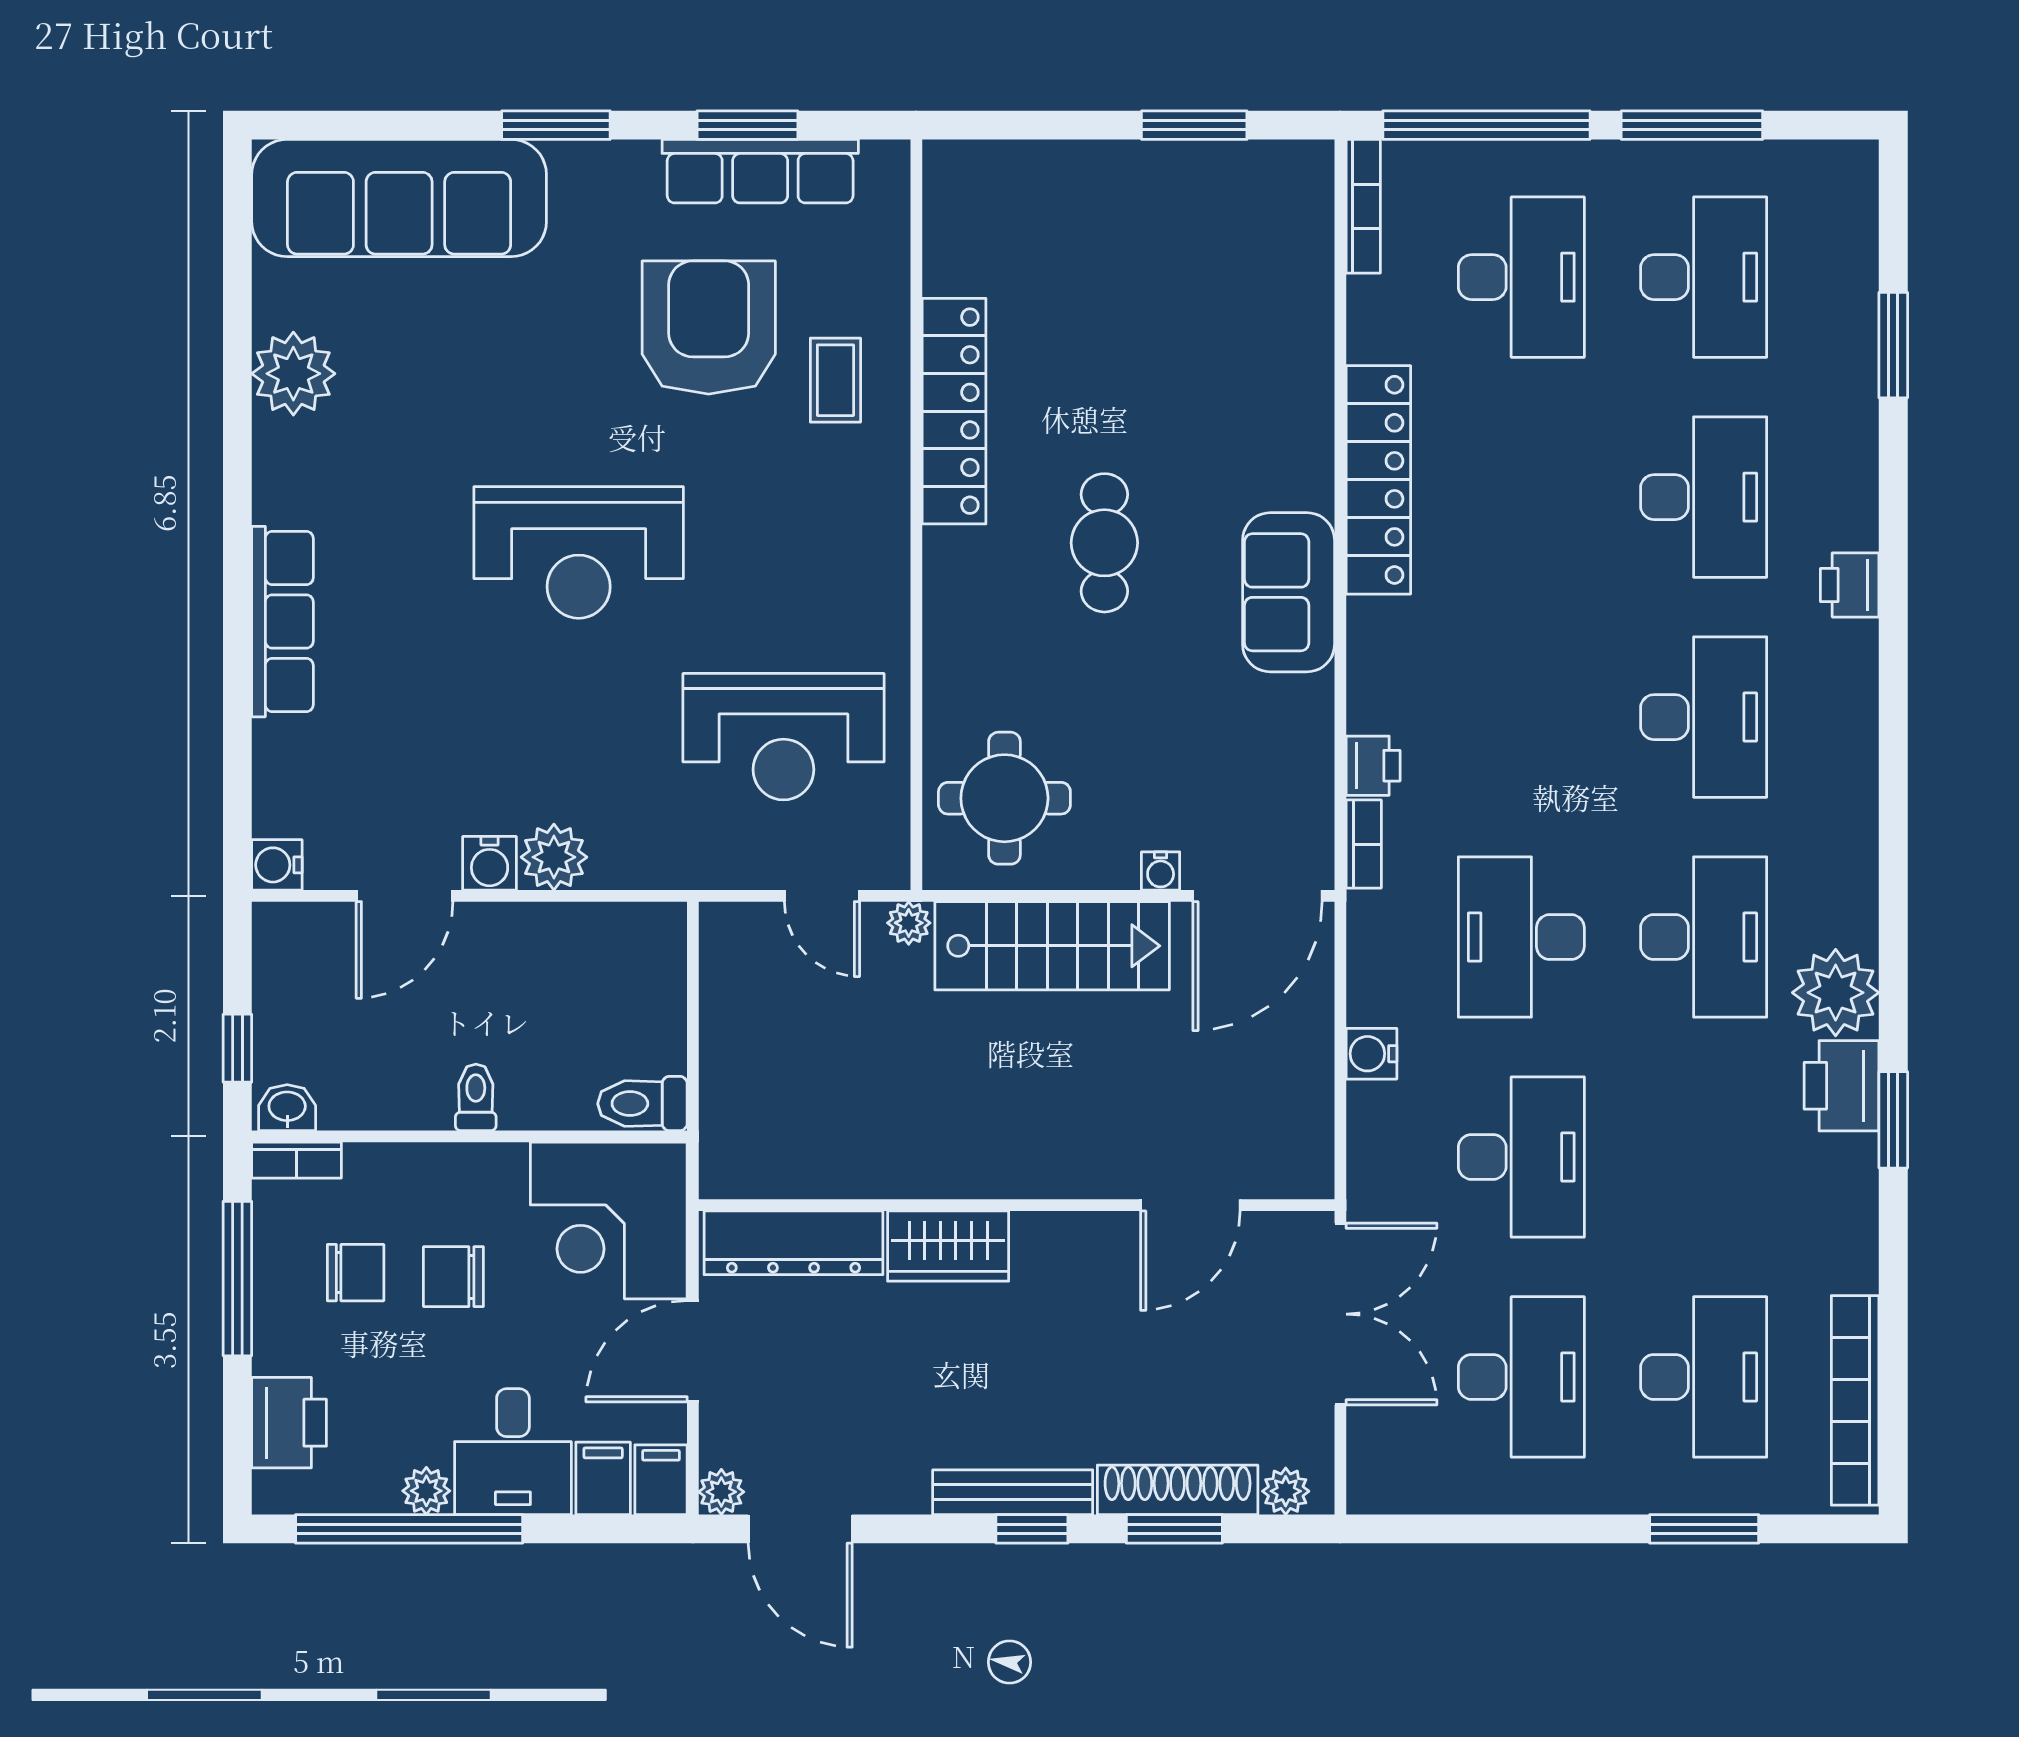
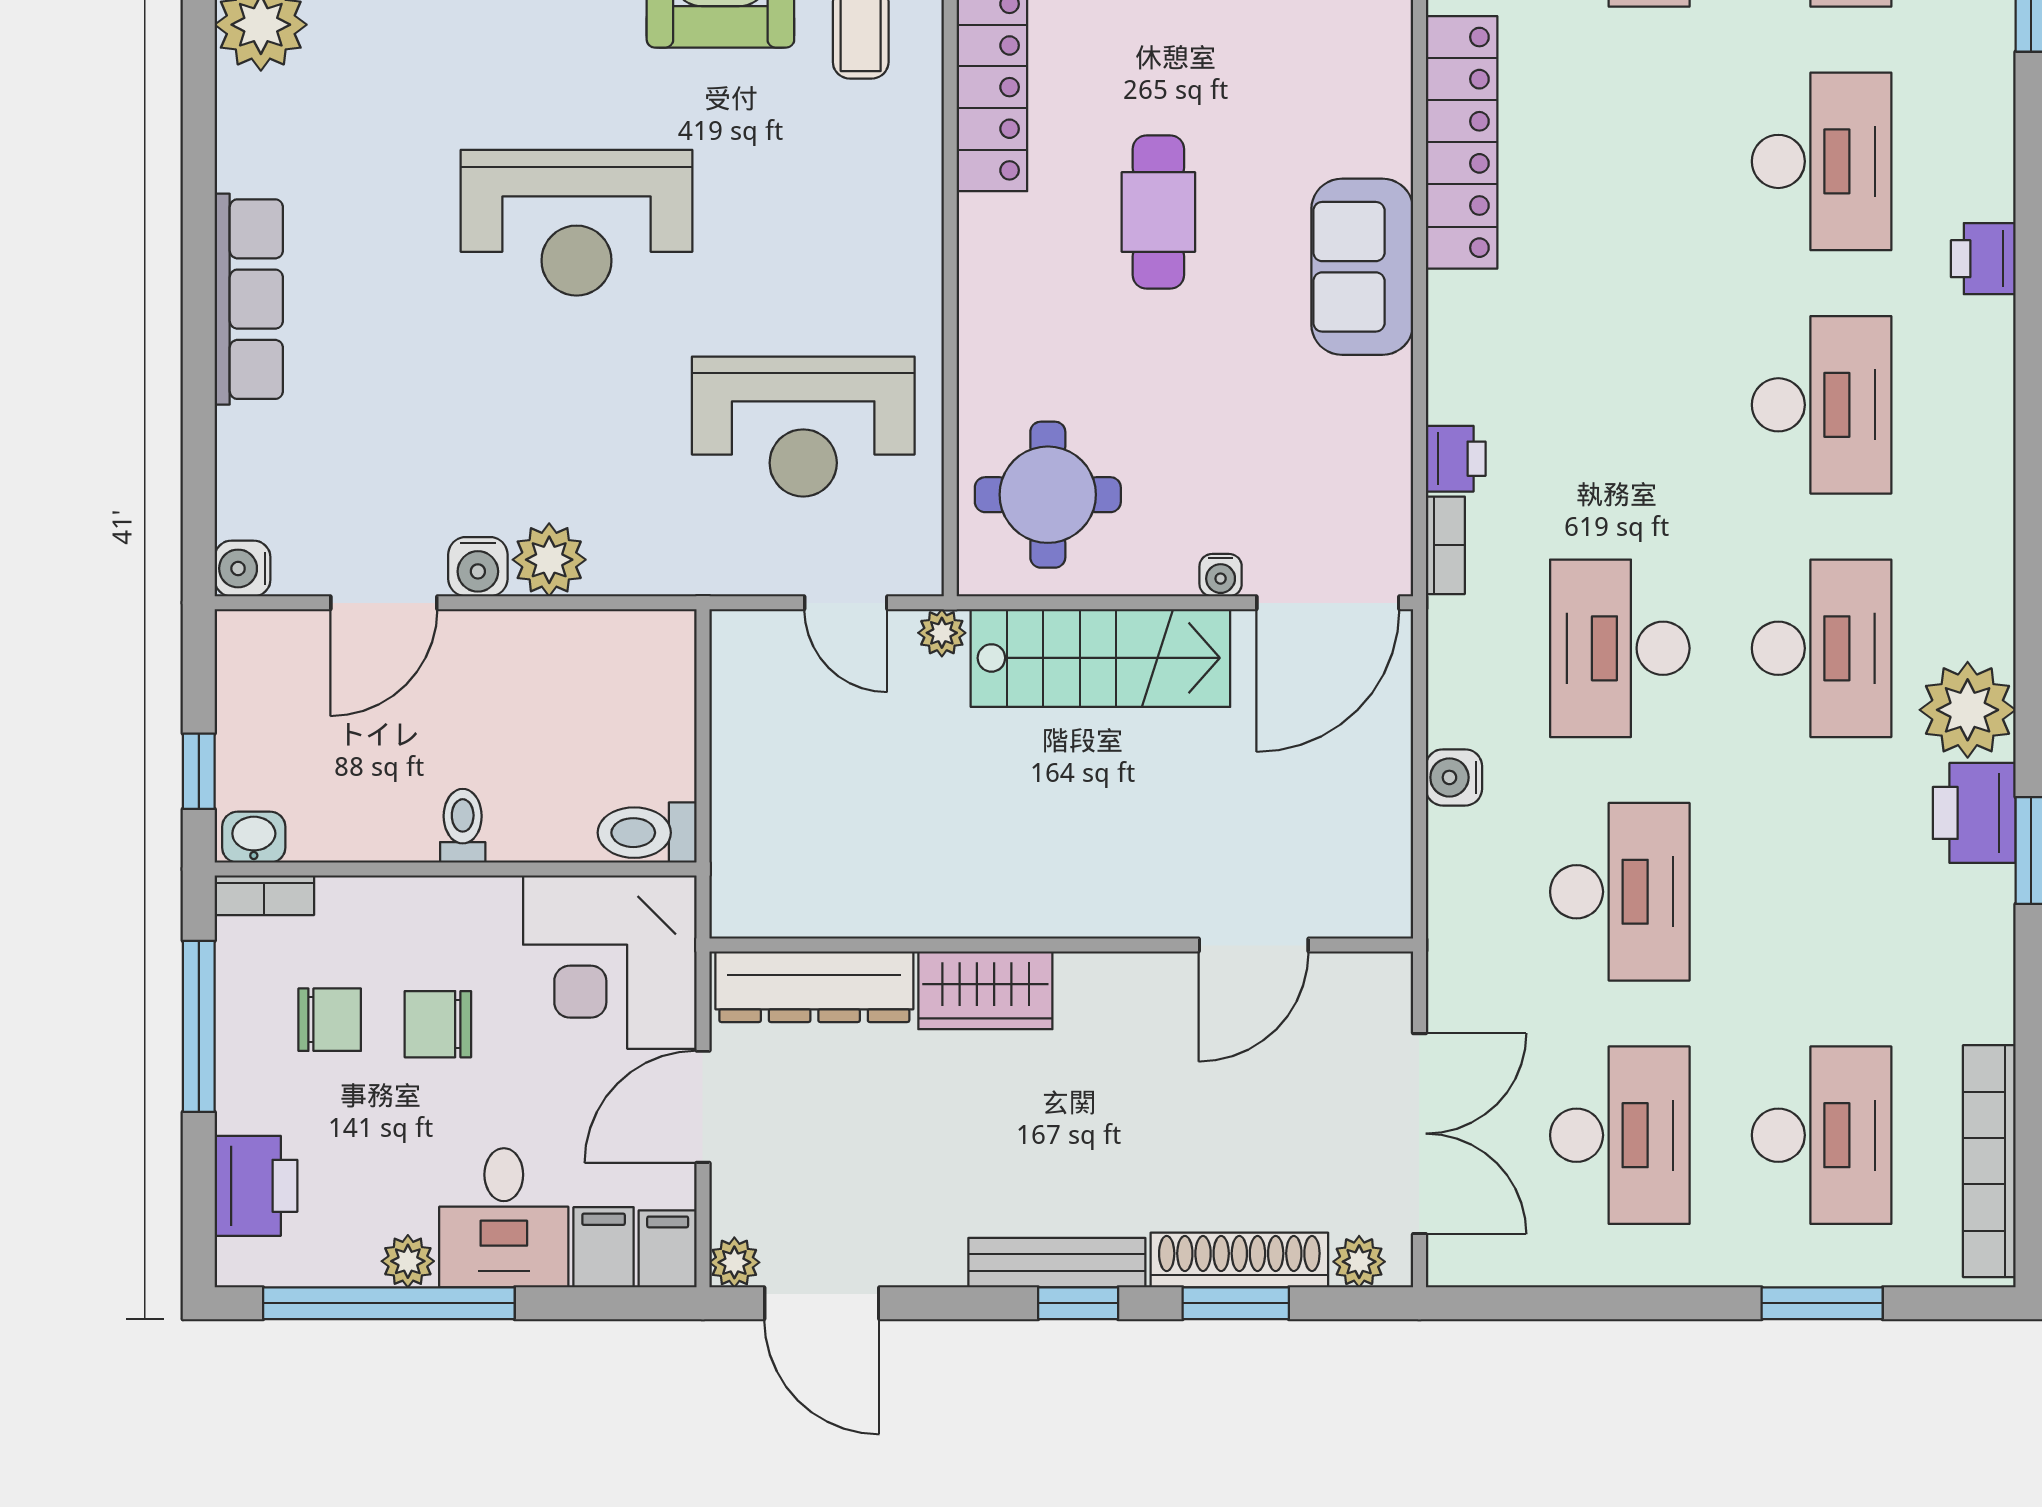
double door: (1340, 1314) -> (1419, 1134), moved

